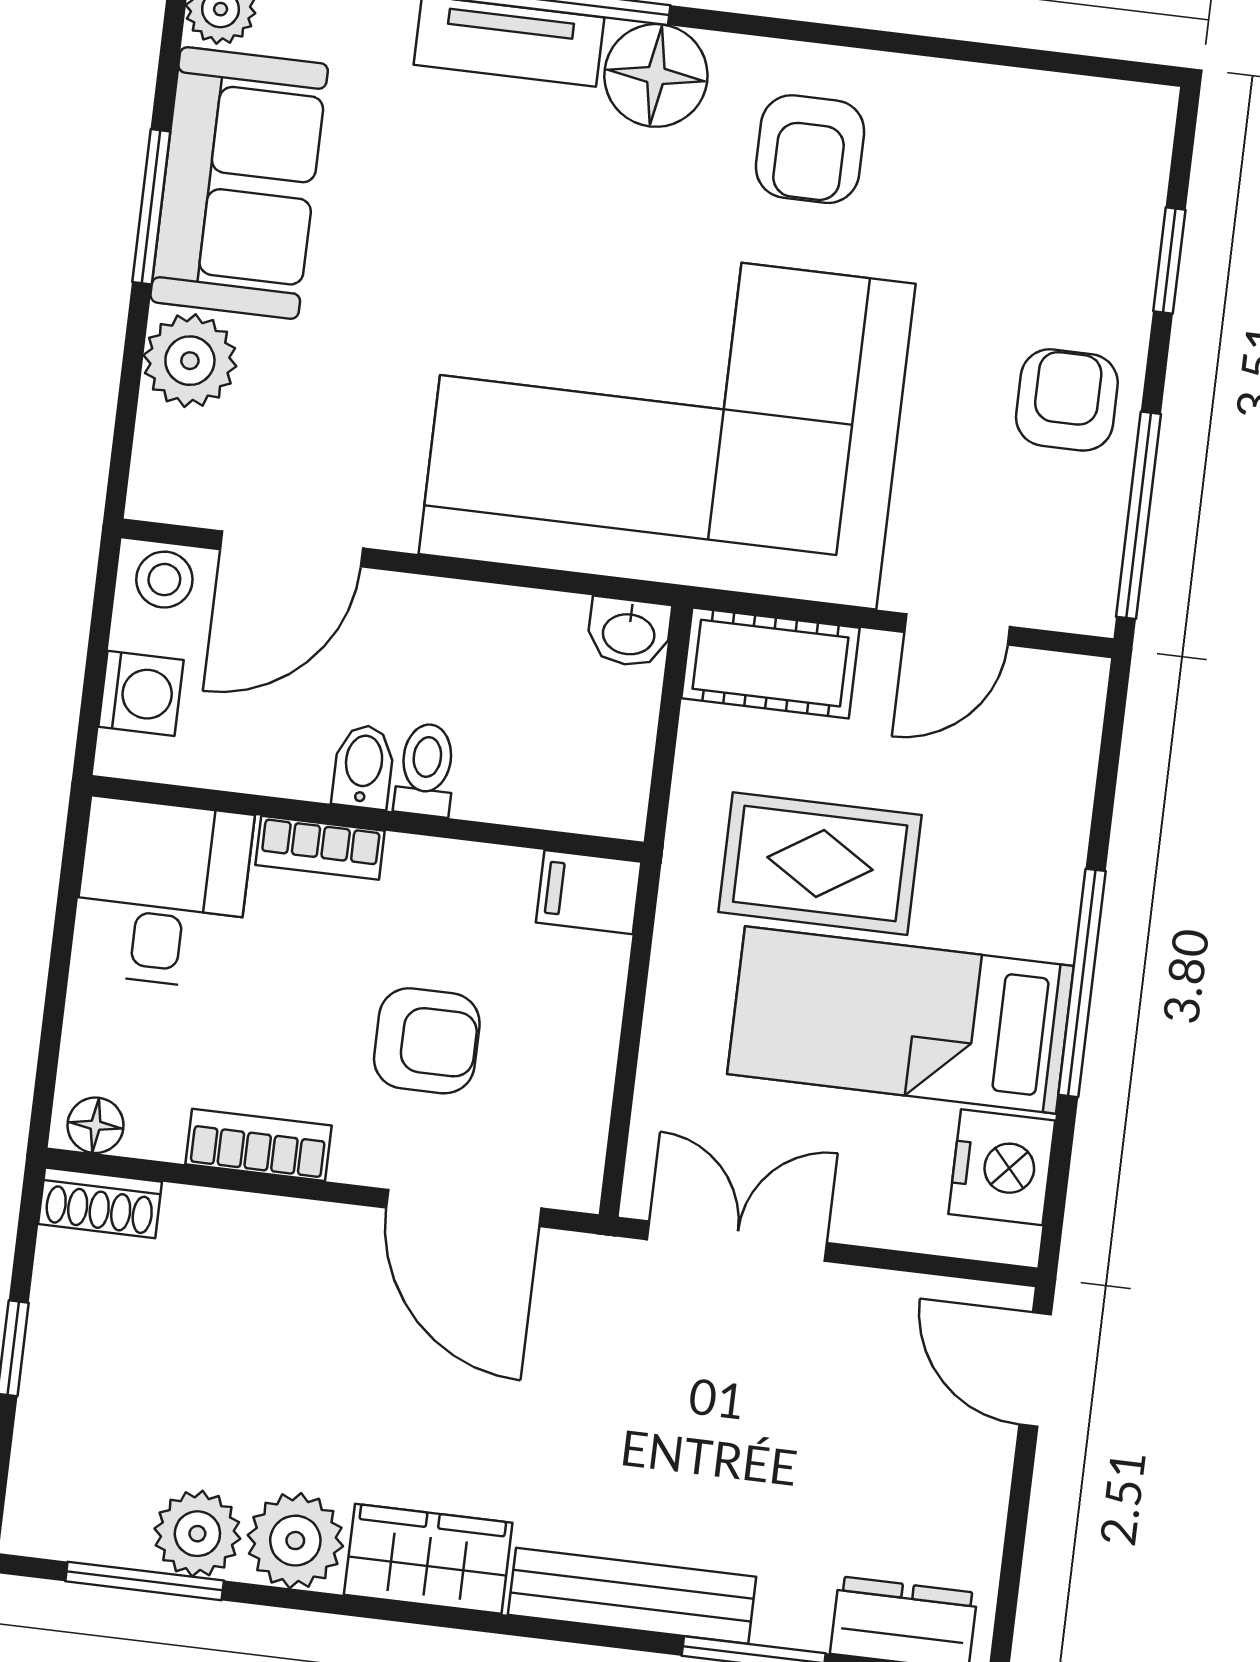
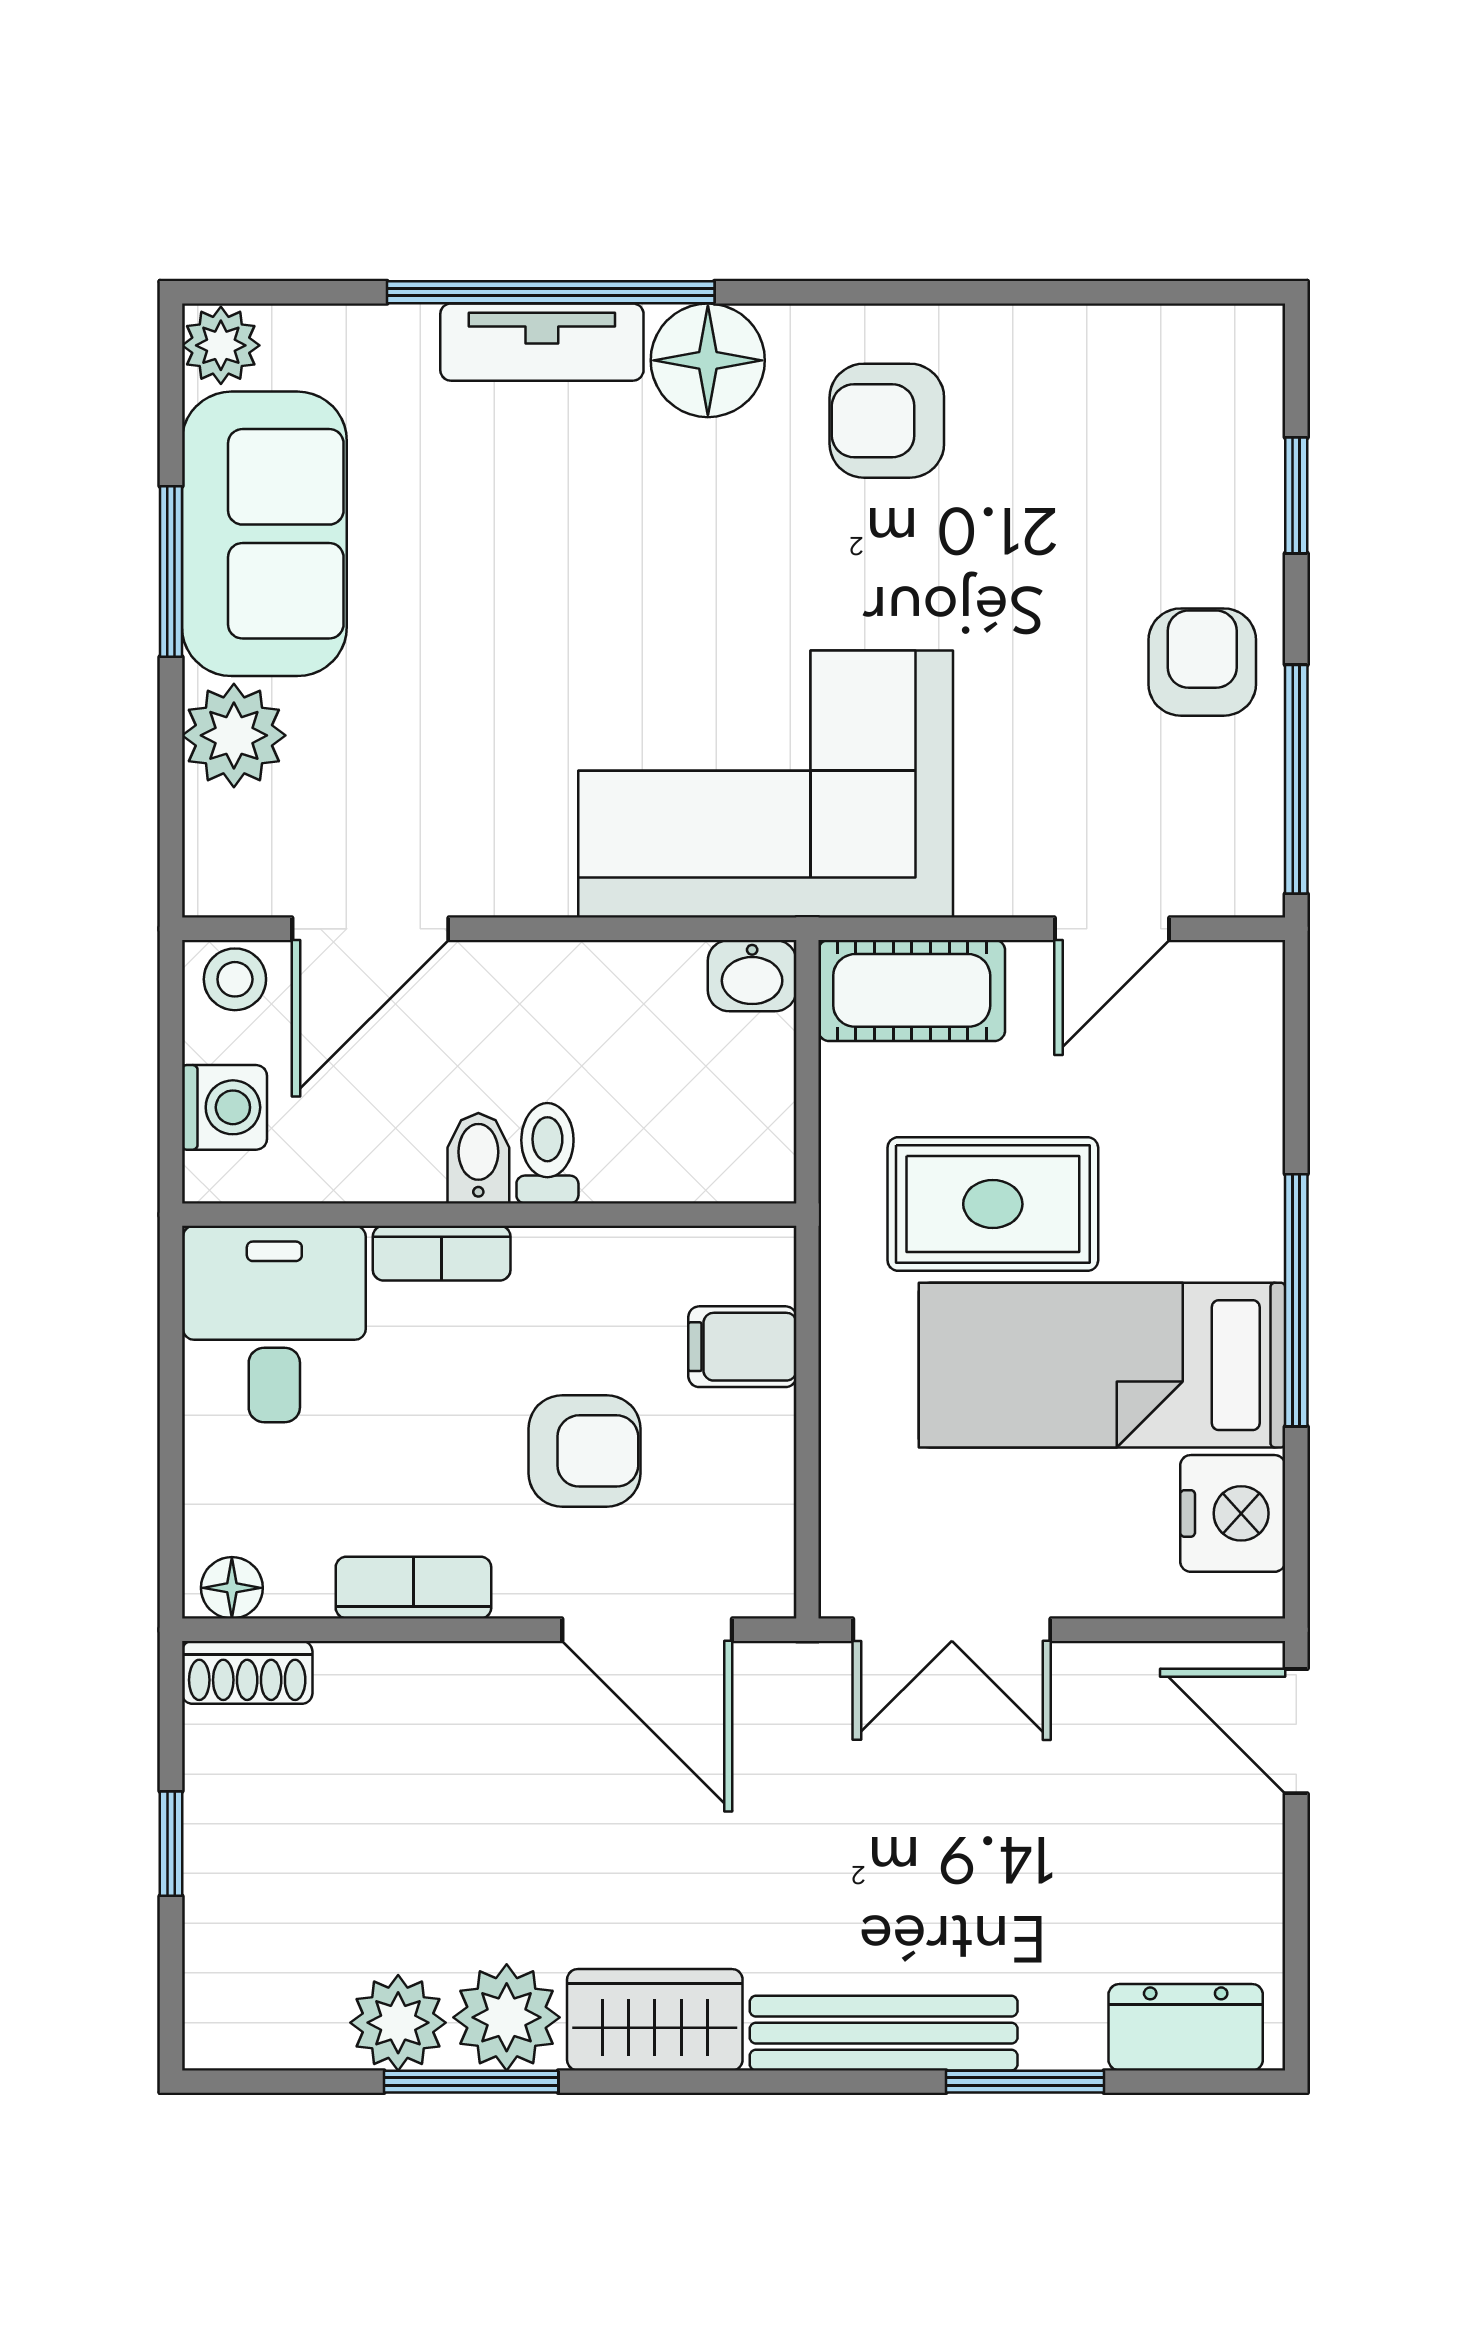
armchair: (810, 149) -> (887, 421), turned 90
corner sofa: (667, 419) -> (766, 784), width x0.73, depth x0.74
filing cabinet: (589, 892) -> (742, 1347), moved
double door: (737, 1241) -> (952, 1630), swing flipped
window: (145, 1581) -> (471, 2082), moved

